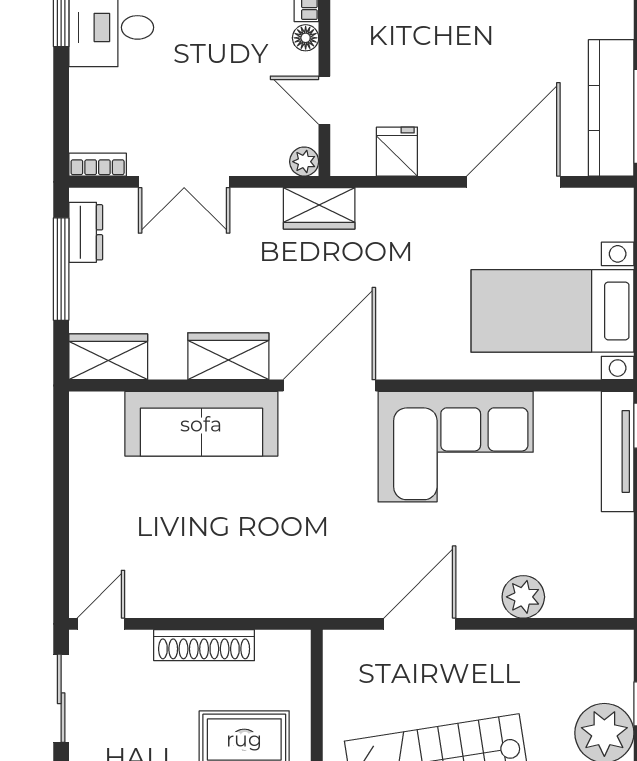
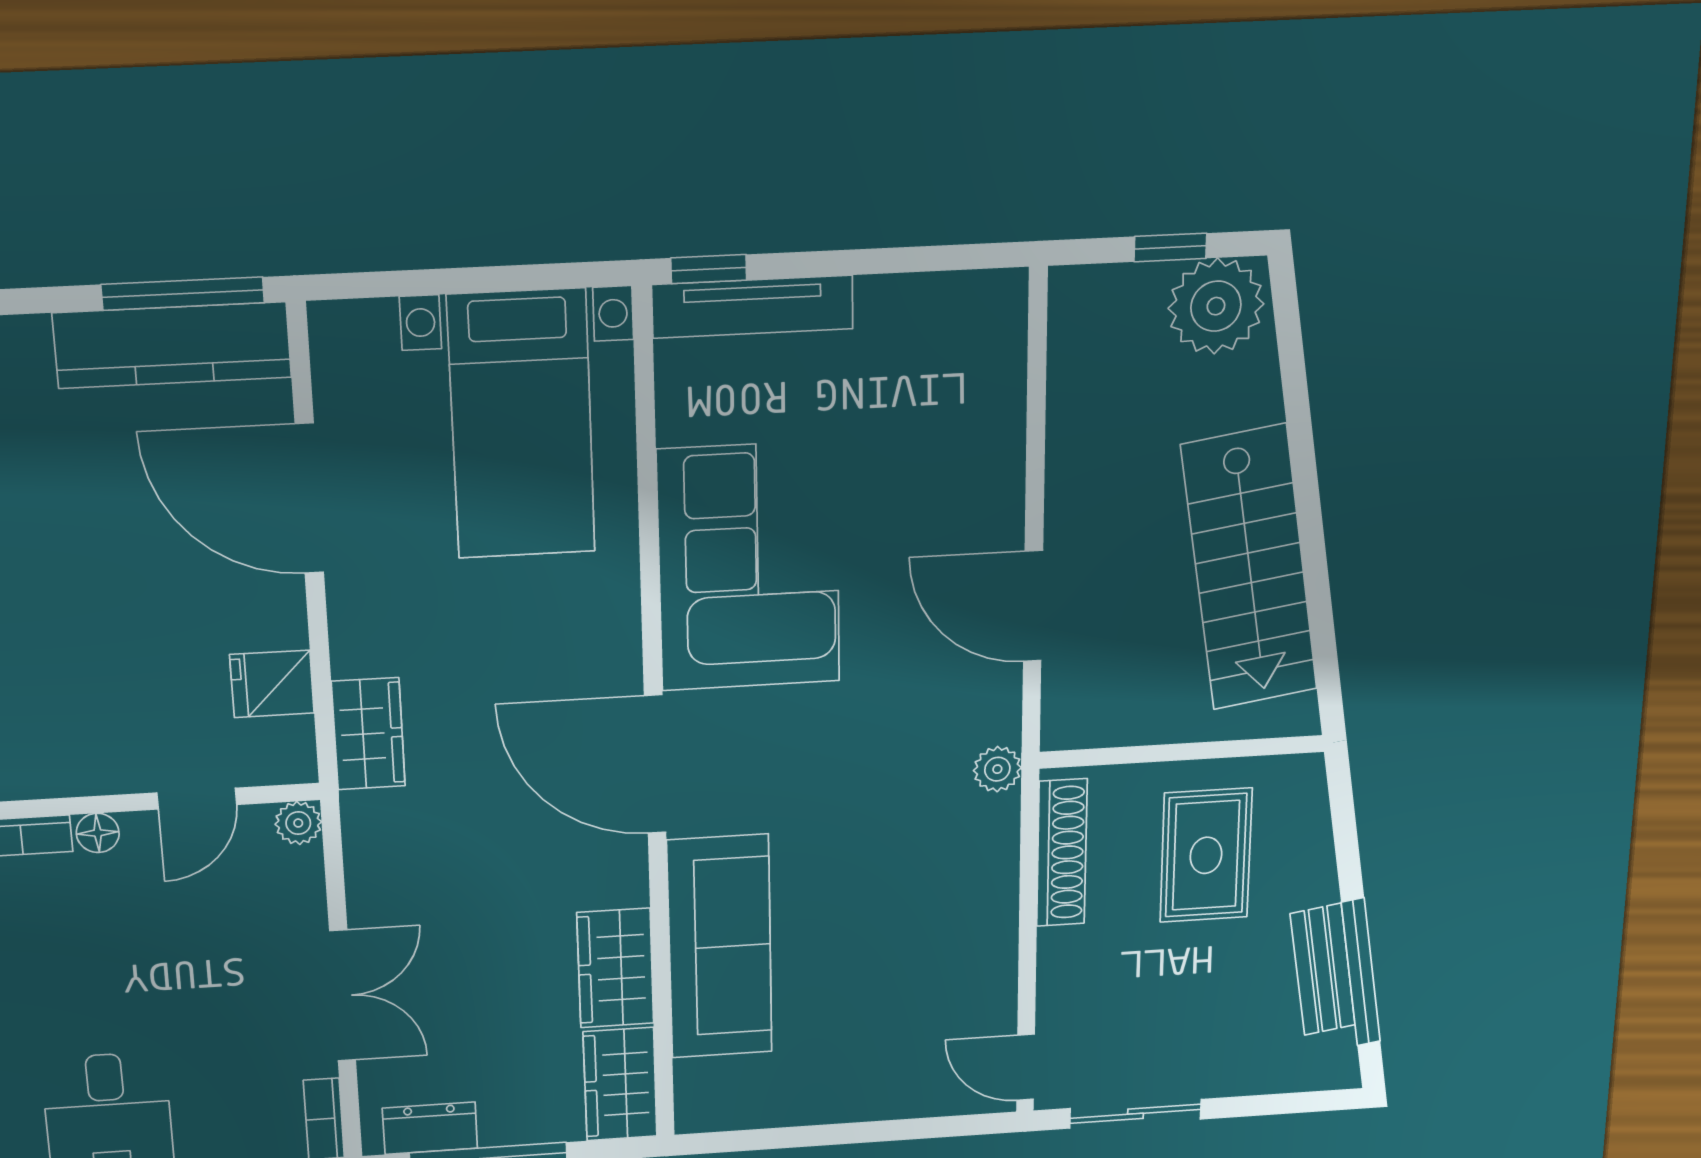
wardrobe: (319, 208) -> (368, 734), moved
wardrobe: (228, 356) -> (615, 968), moved
plant: (523, 597) -> (997, 769), moved, width x0.73, depth x0.73
shoe rack: (204, 645) -> (1062, 853), moved

